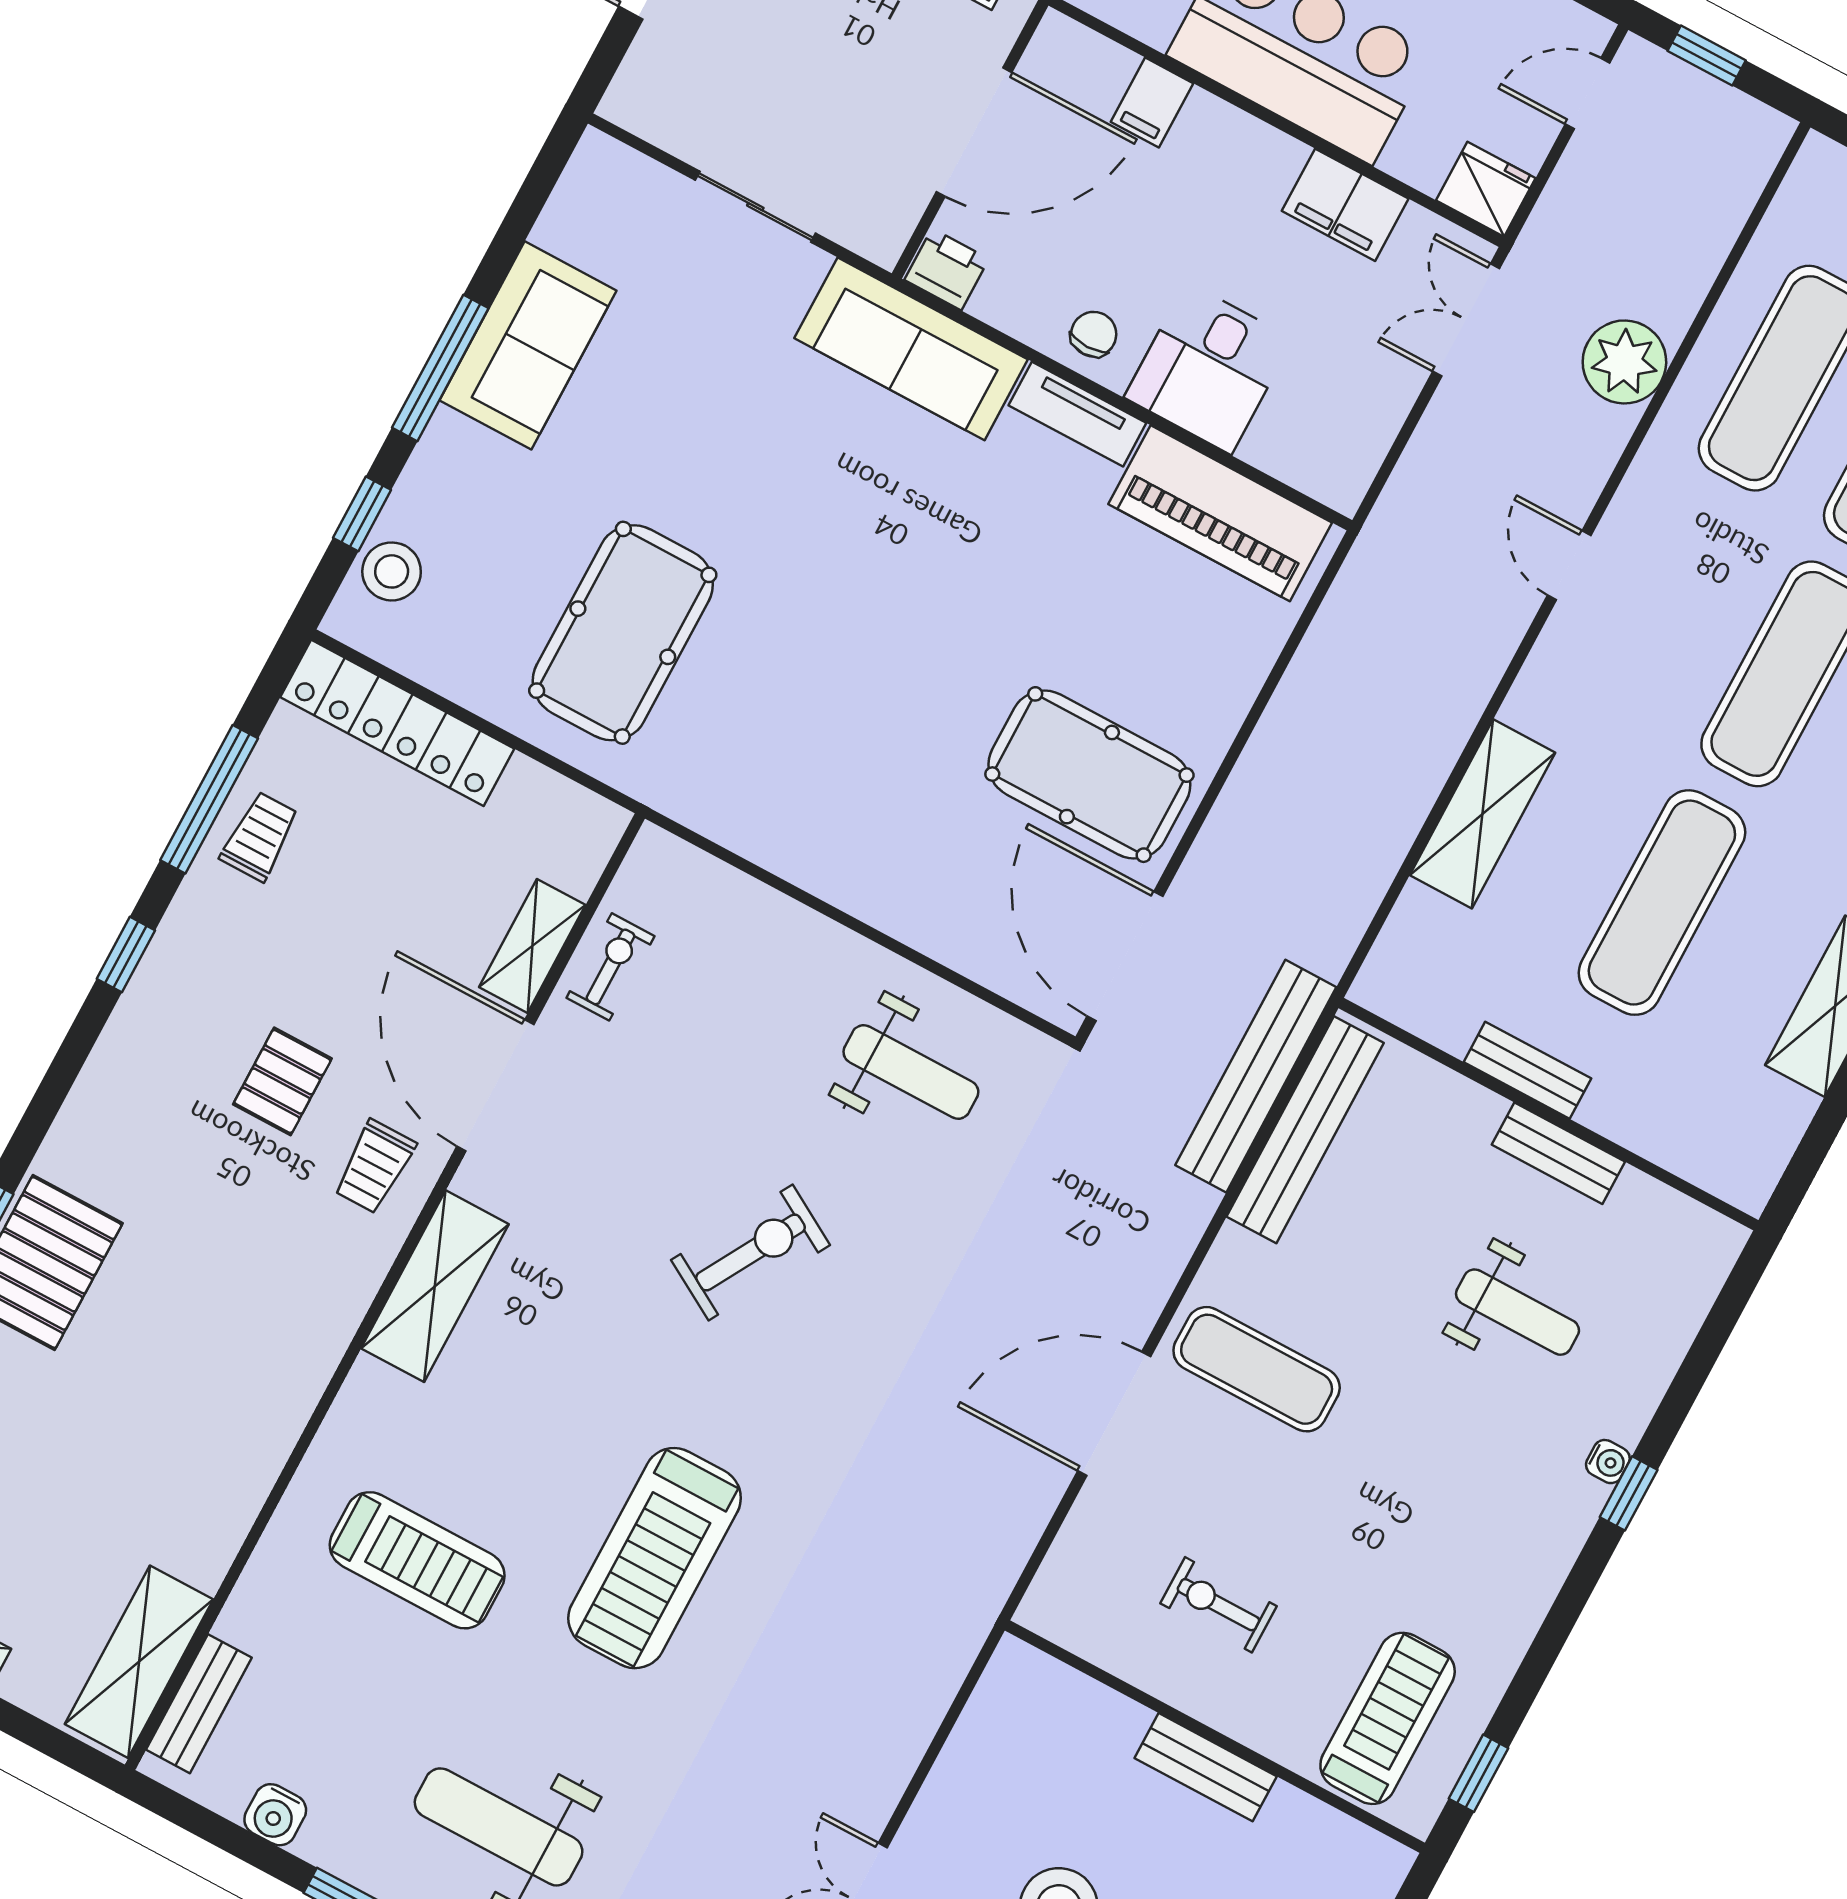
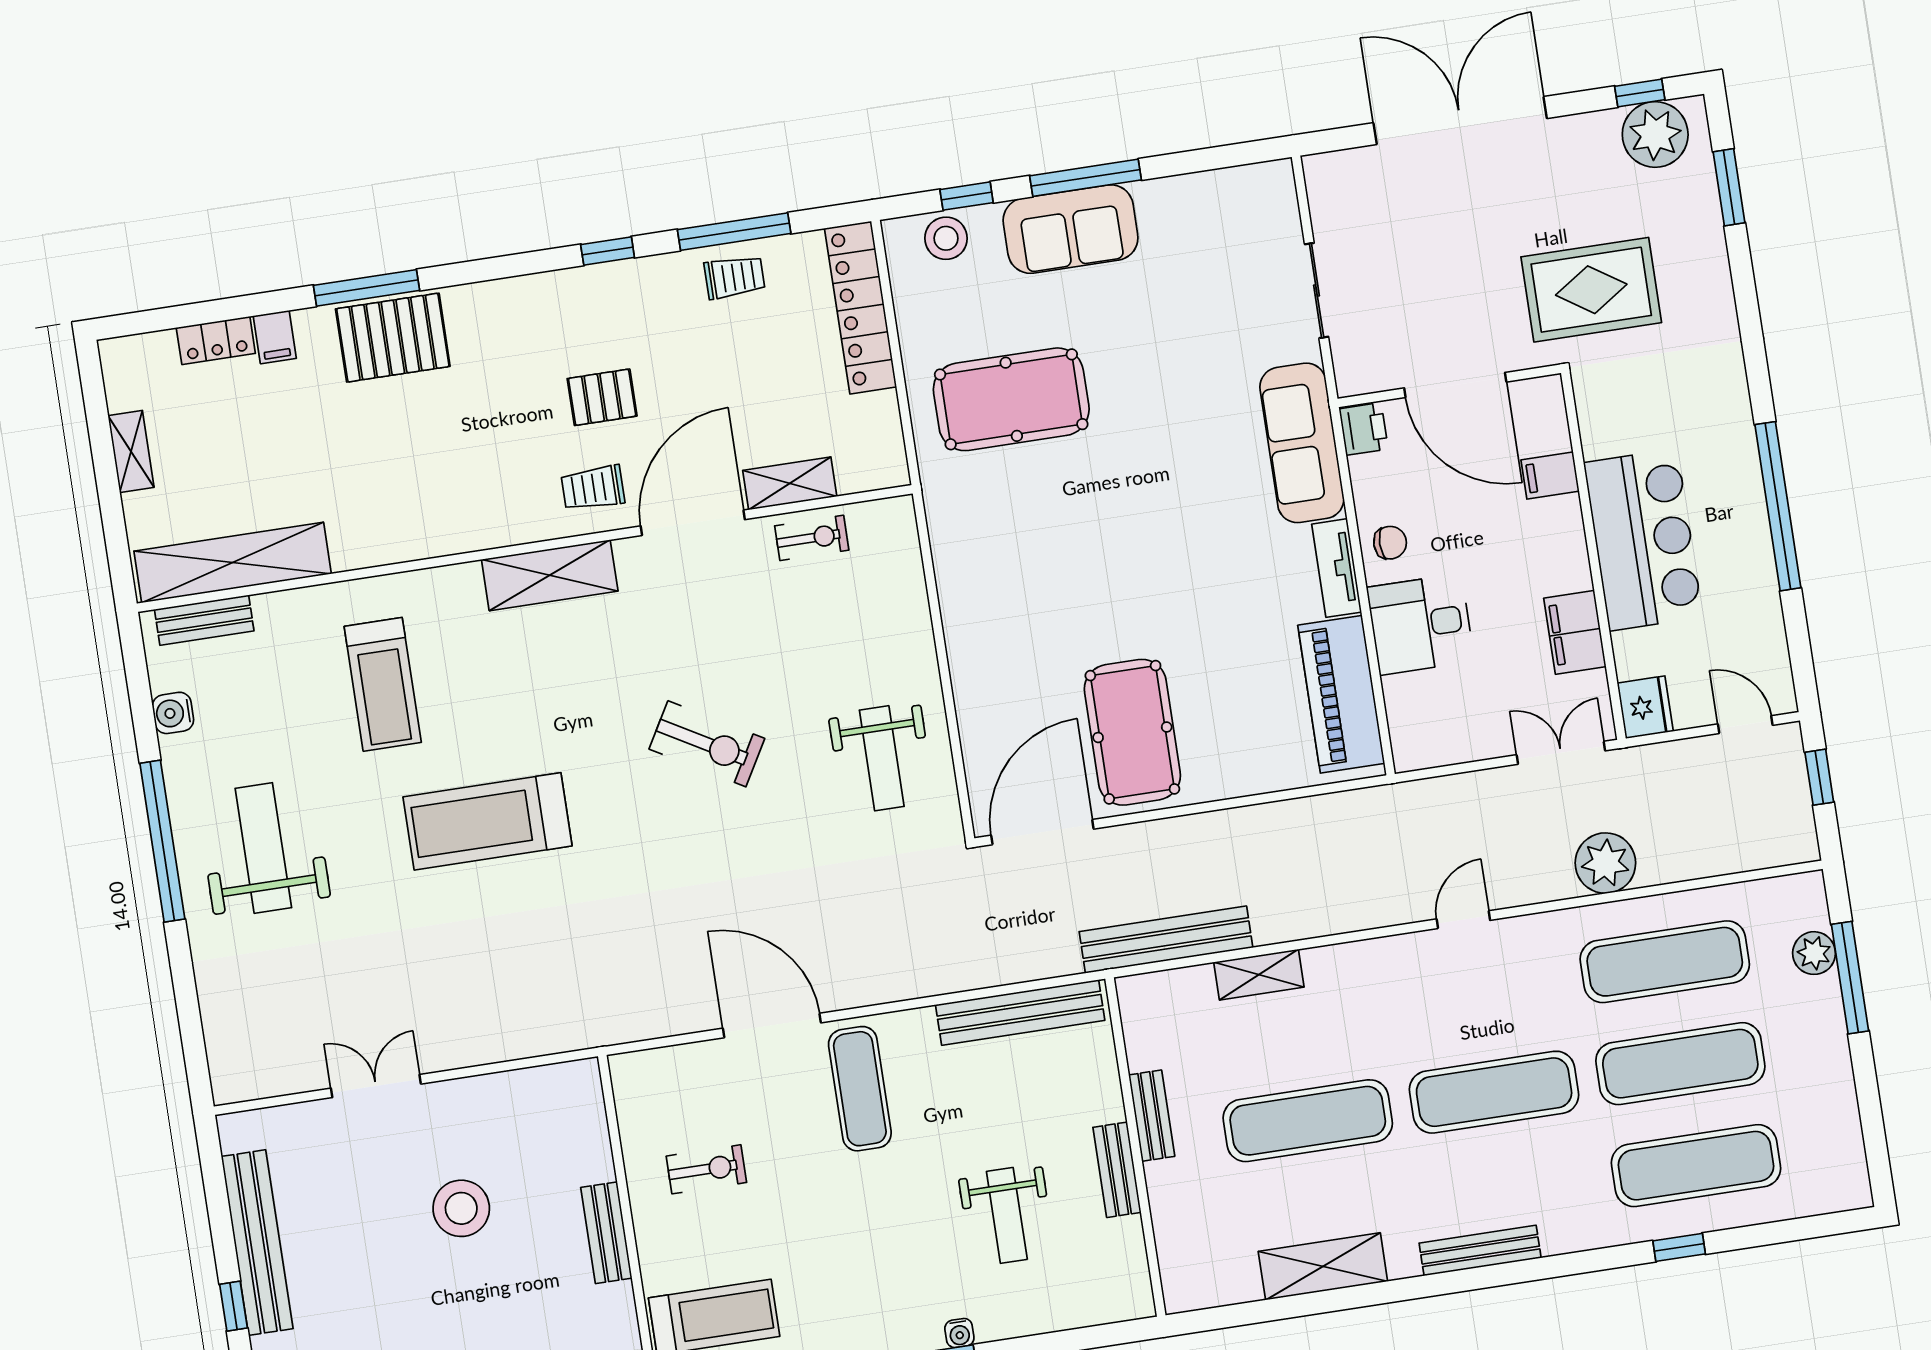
sofa: (528, 345) -> (1071, 229), moved
shelving: (1483, 814) -> (1259, 975), width x0.67, depth x0.75
bench: (1256, 1076) -> (1166, 940), moved
exercise bike: (1218, 1605) -> (706, 1169), turned 90
shelving: (139, 1662) -> (233, 562), width x1.47

